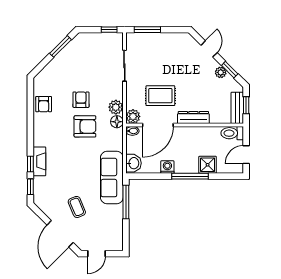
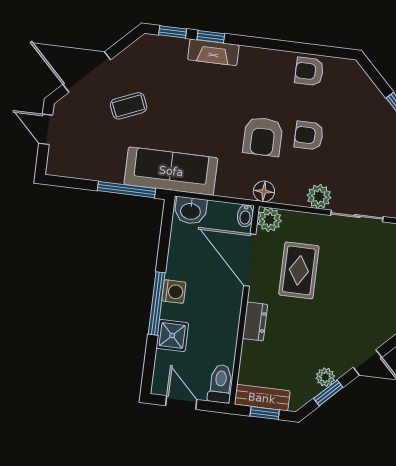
armchair: (81, 100) -> (309, 135), turned 180
plant: (116, 107) -> (319, 196), moved
dresser: (193, 117) -> (255, 321), width x0.70
washing machine: (167, 167) -> (174, 292), moved

